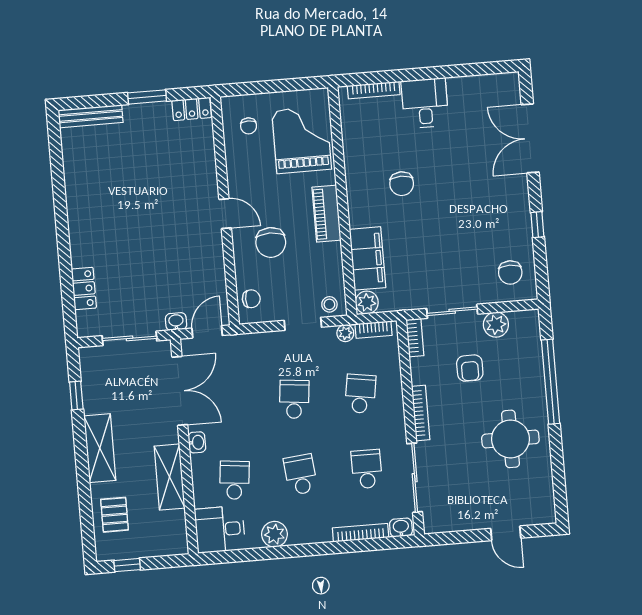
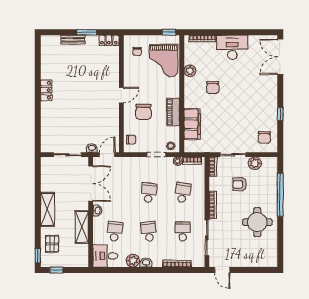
window: (308, 83) -> (169, 32), added
desk: (425, 103) -> (232, 47), width x1.37
bench: (91, 116) -> (73, 40), moved, width x0.73
double door: (530, 138) -> (280, 57), moved
grand piano: (302, 140) -> (164, 61), turned 180
door: (225, 214) -> (121, 95), hinge flipped
piano: (327, 214) -> (173, 112), moved
locker: (84, 289) -> (46, 90), moved
plant: (367, 302) -> (190, 71), moved
armchair: (470, 368) -> (240, 184), turned 90
window: (76, 396) -> (38, 256), moved
washbasin: (401, 527) -> (146, 263), moved
door: (506, 533) -> (222, 270), moved

